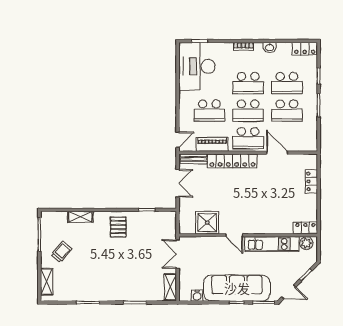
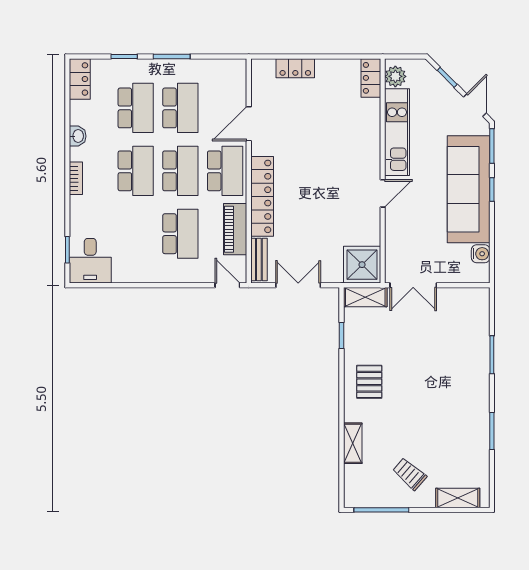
desk: (197, 66) -> (90, 261), width x0.53, depth x0.77
shower: (207, 223) -> (362, 265), moved
pallet: (118, 227) -> (369, 382), turned 90
shelving: (170, 287) -> (365, 297), moved

